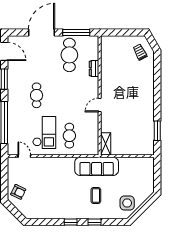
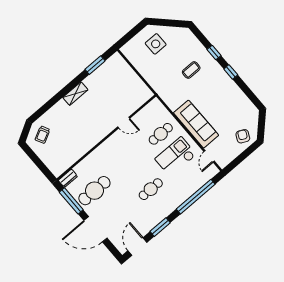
dresser: (94, 68) -> (68, 178), moved
door: (100, 105) -> (124, 123), moved
shelving: (106, 144) -> (75, 94), moved
sofa: (97, 166) -> (196, 124), moved
side table: (127, 203) -> (156, 44), moved

